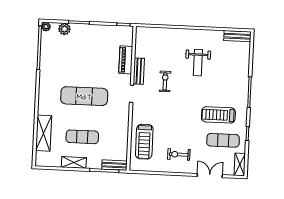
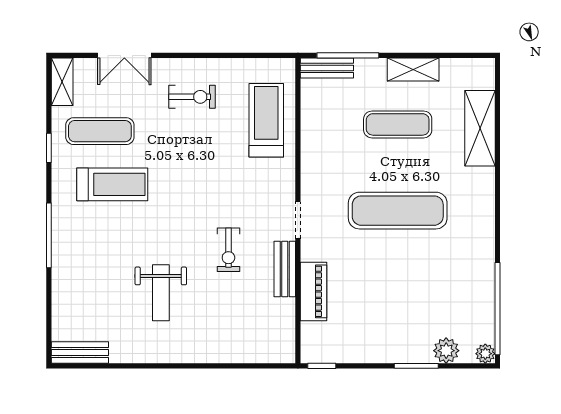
weight bench: (198, 63) -> (161, 293), turned 180

